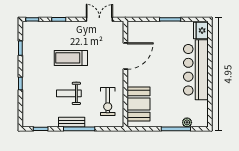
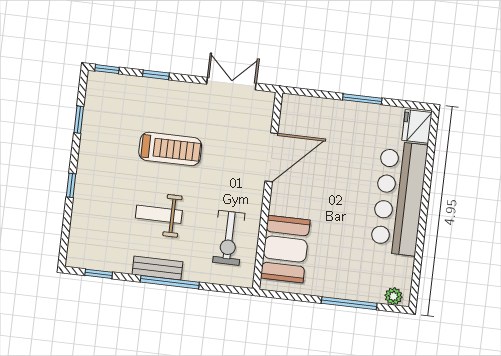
treadmill: (71, 58) -> (170, 149), turned 180
plant: (187, 122) -> (394, 296), moved

